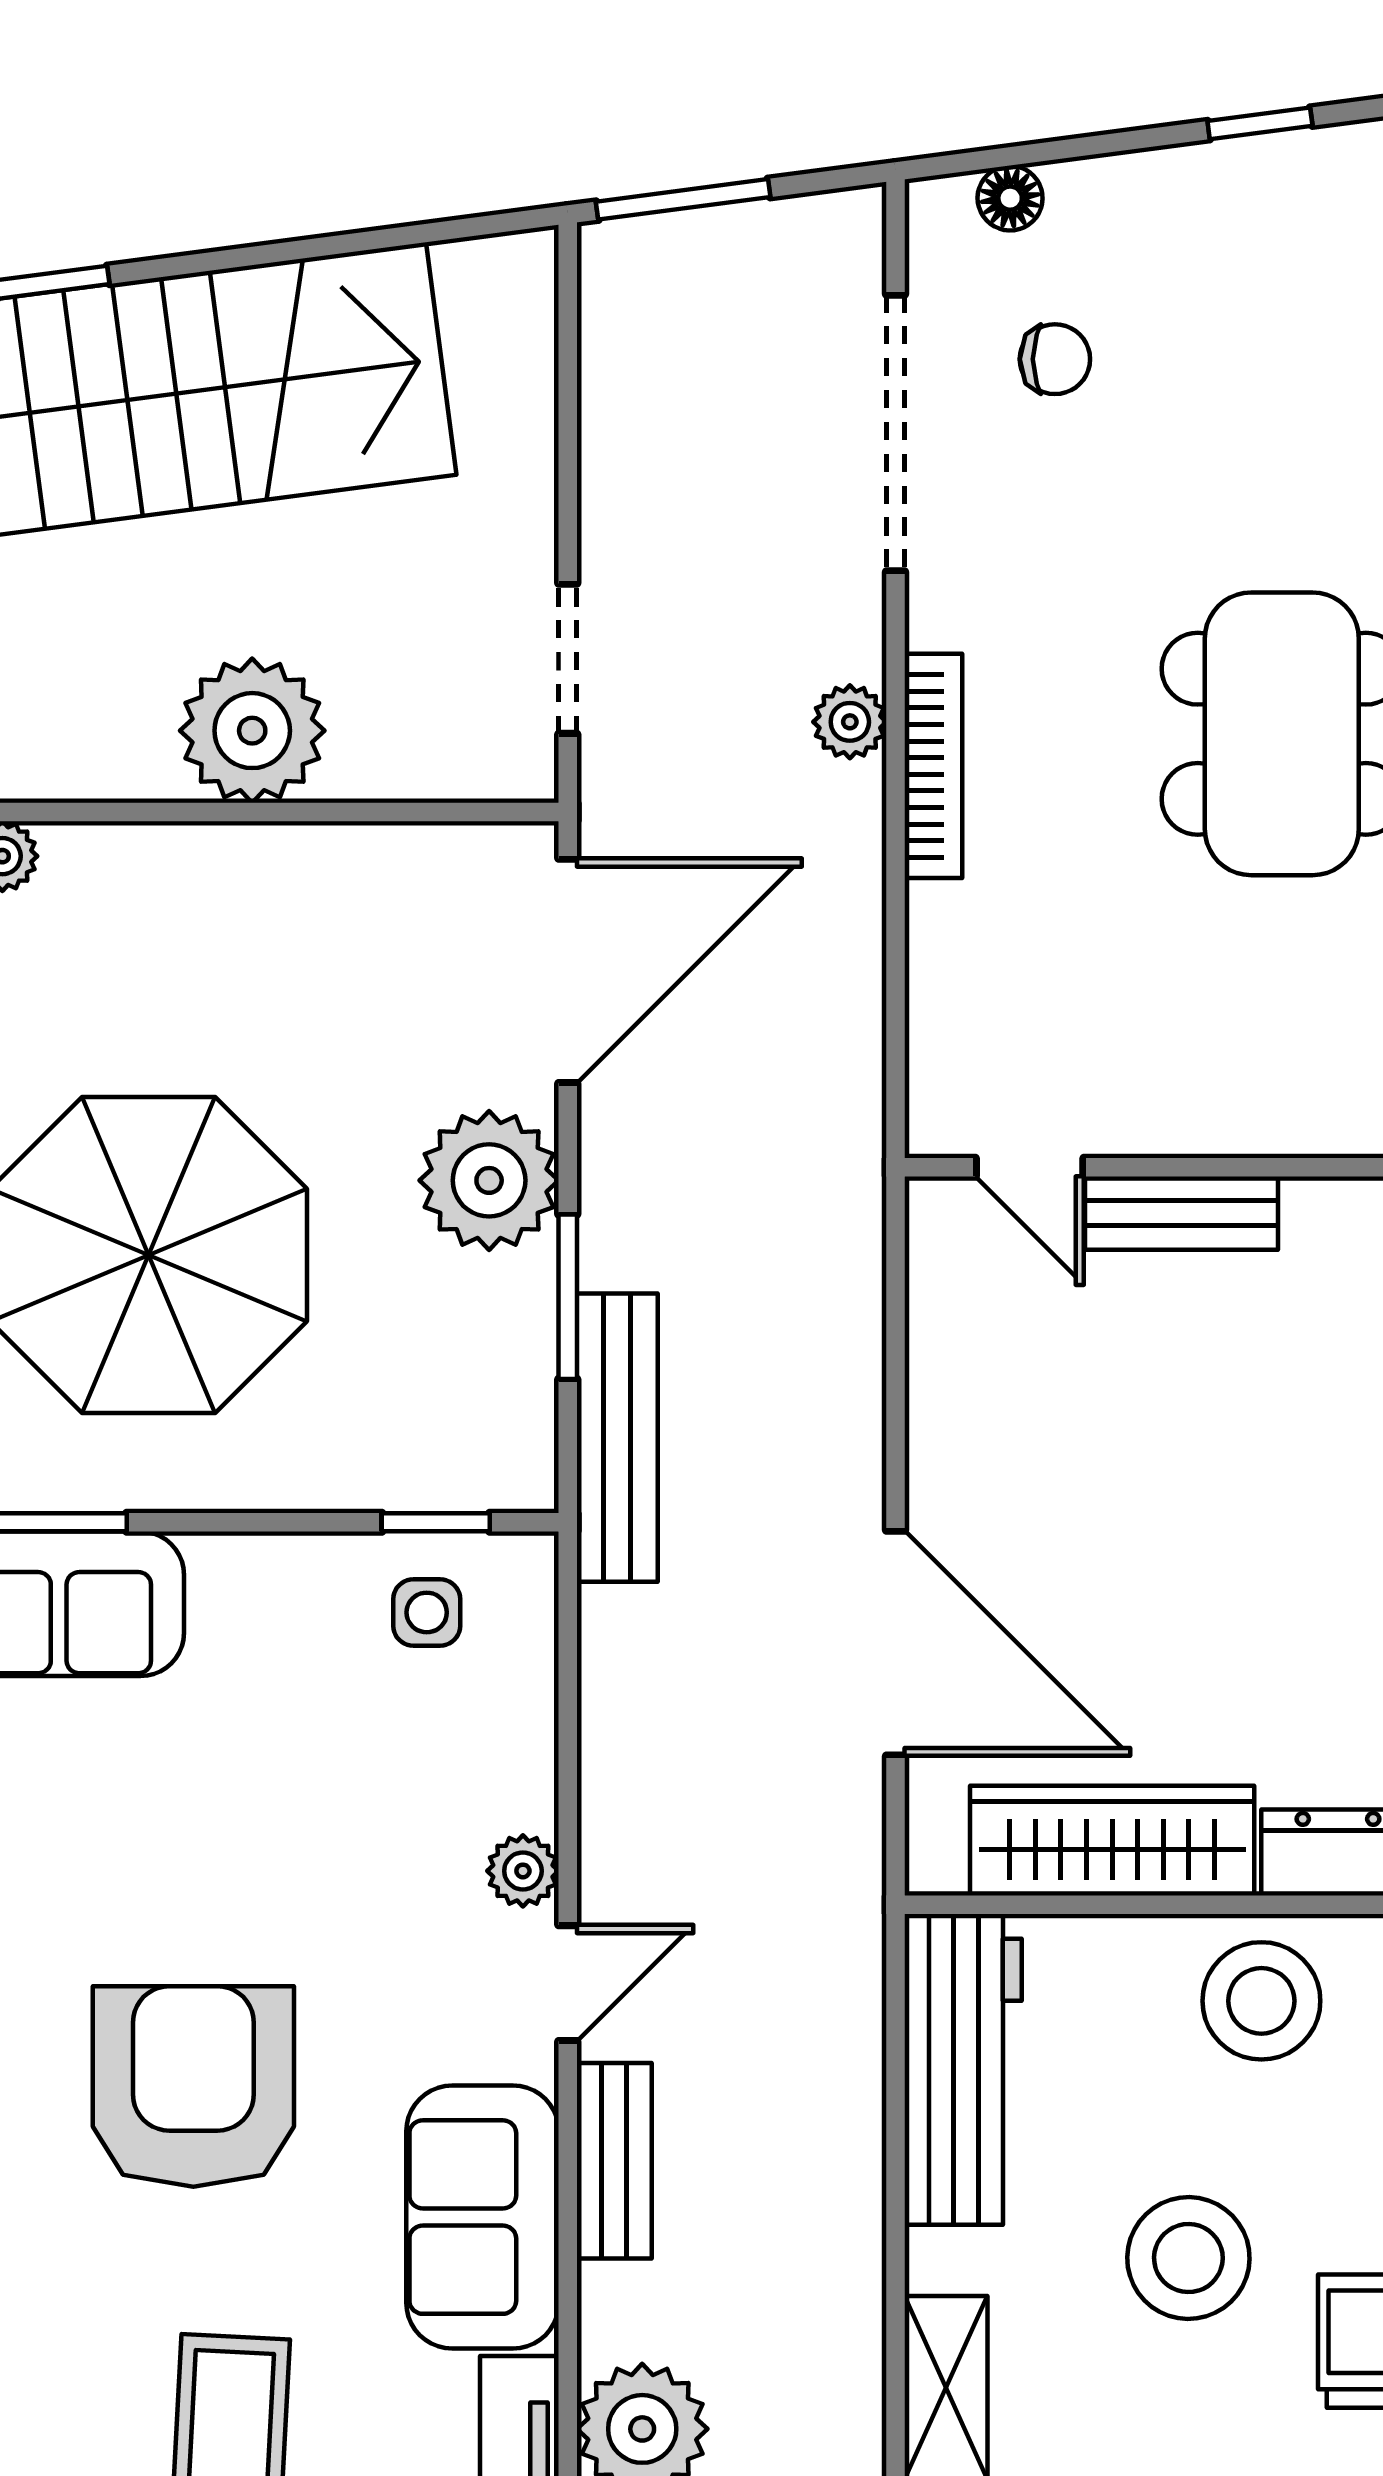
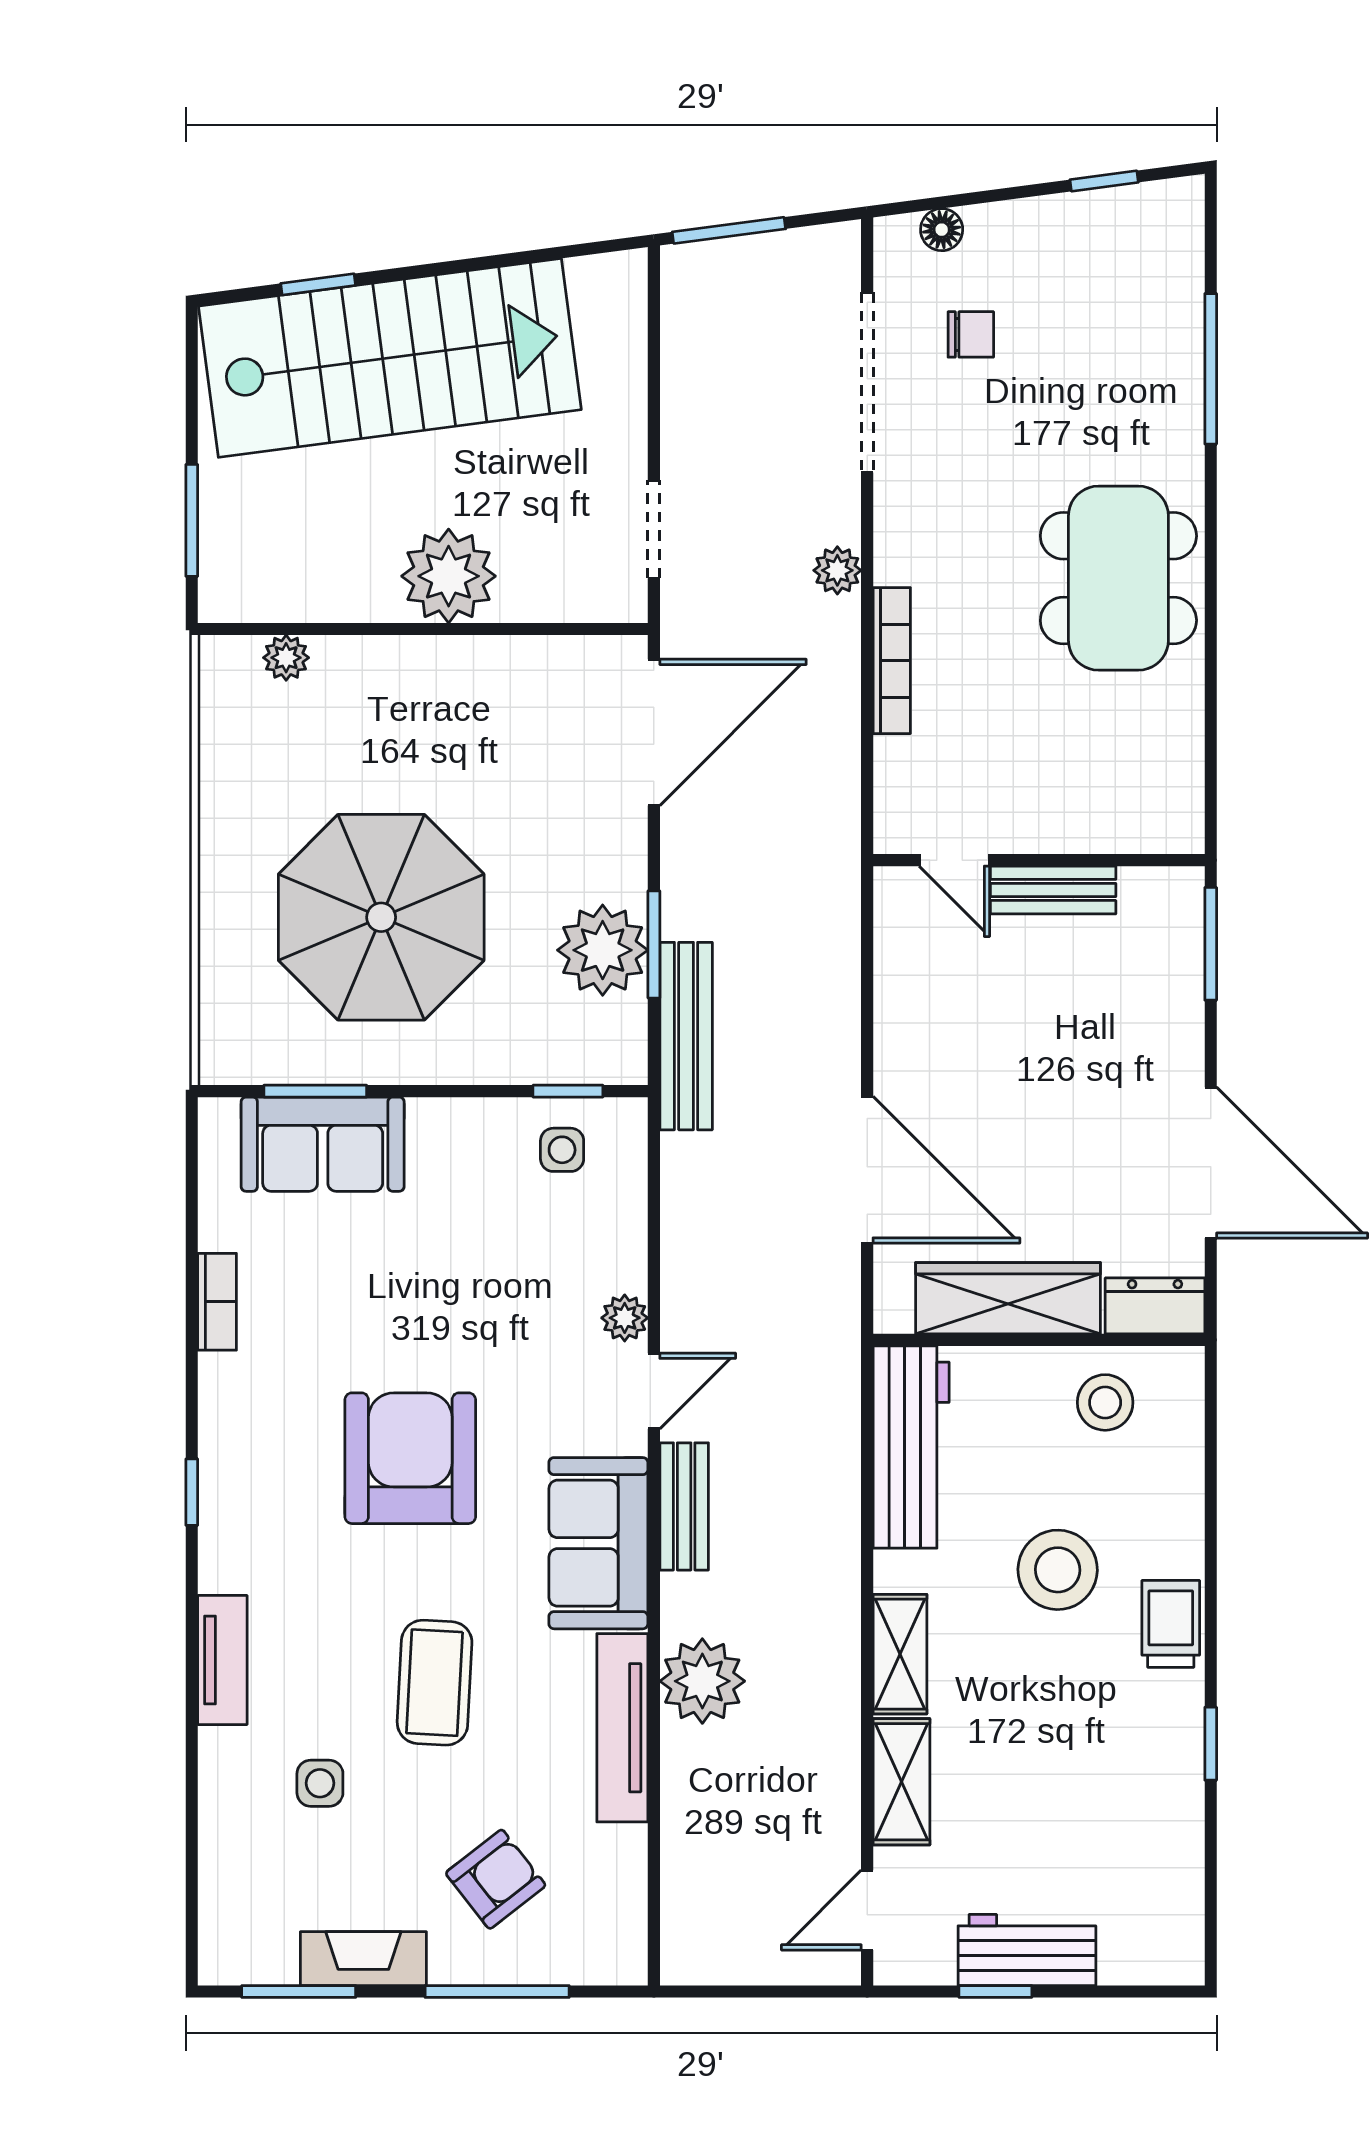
bookcase: (933, 766) -> (892, 661), moved
plant: (489, 1180) -> (603, 950), moved
stool: (1261, 2001) -> (1105, 1402), width x0.73, depth x0.73

